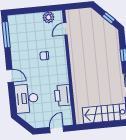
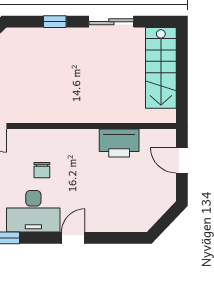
desk: (26, 98) -> (33, 211), moved

